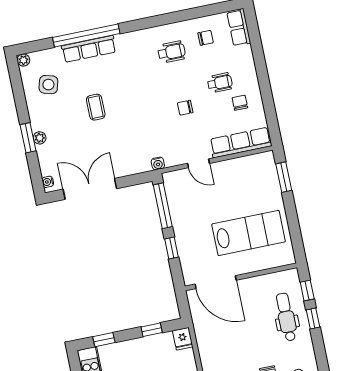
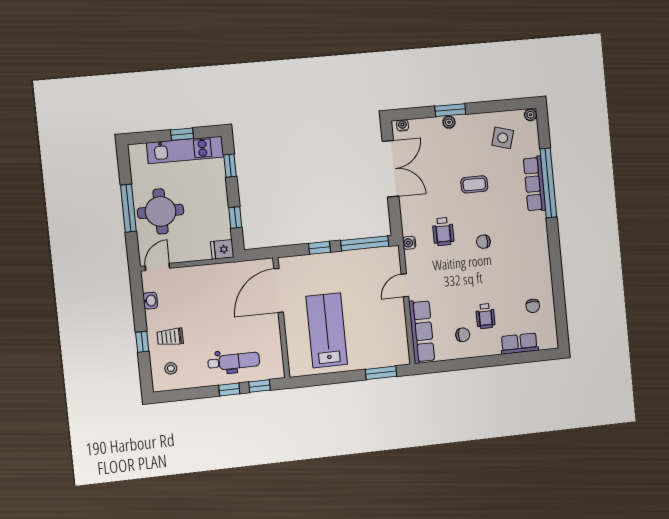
row of seats: (239, 27) -> (519, 344), moved
wheelchair: (172, 52) -> (443, 232), moved
chair: (185, 108) -> (483, 242), moved, turned -90
lab bench: (249, 233) -> (327, 330), turned 180

